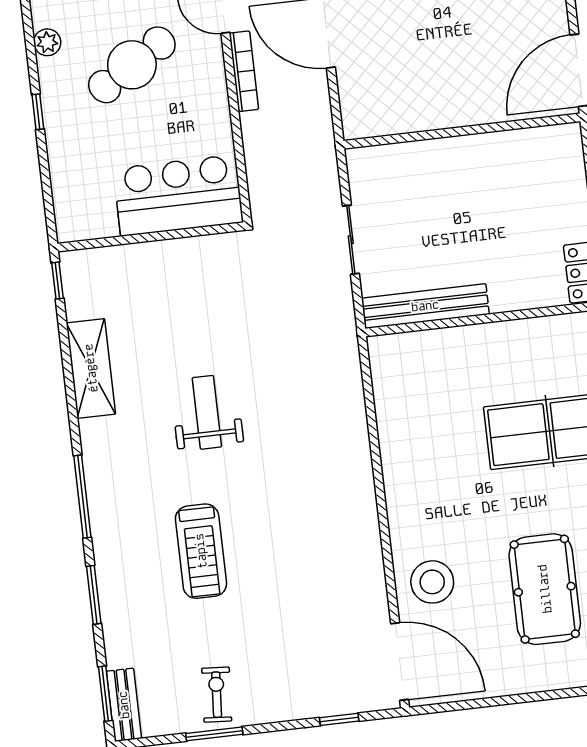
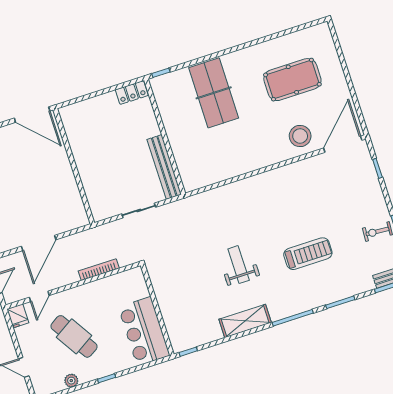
bookcase: (244, 71) -> (99, 270), moved
bar counter: (178, 195) -> (144, 331), moved
shelving: (91, 368) -> (245, 321), moved
weight bench: (207, 412) -> (239, 265), turned 90

